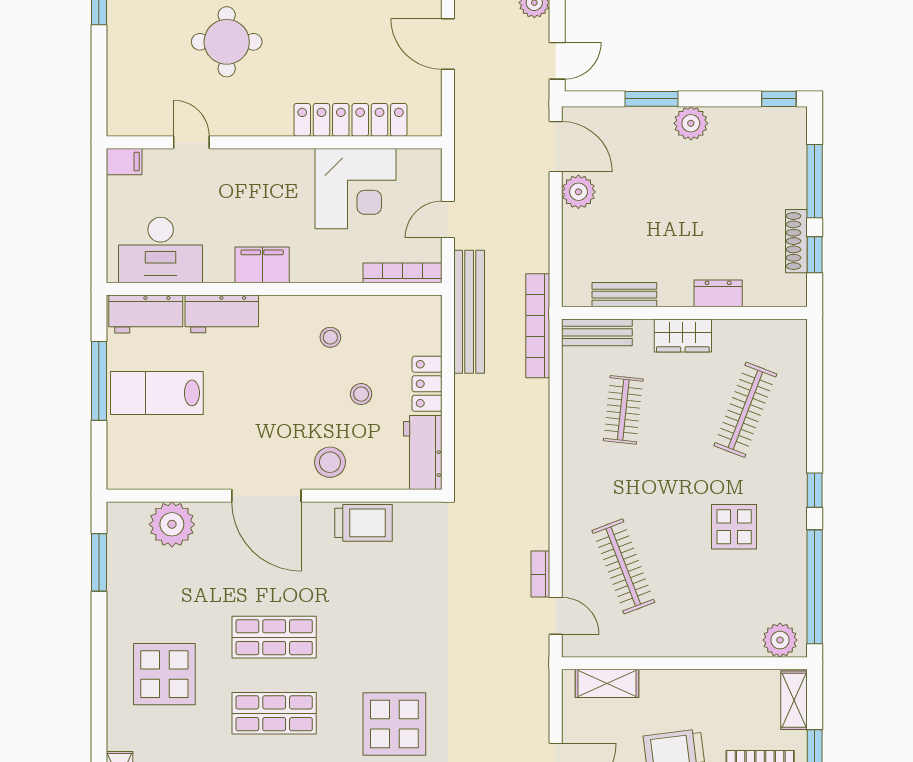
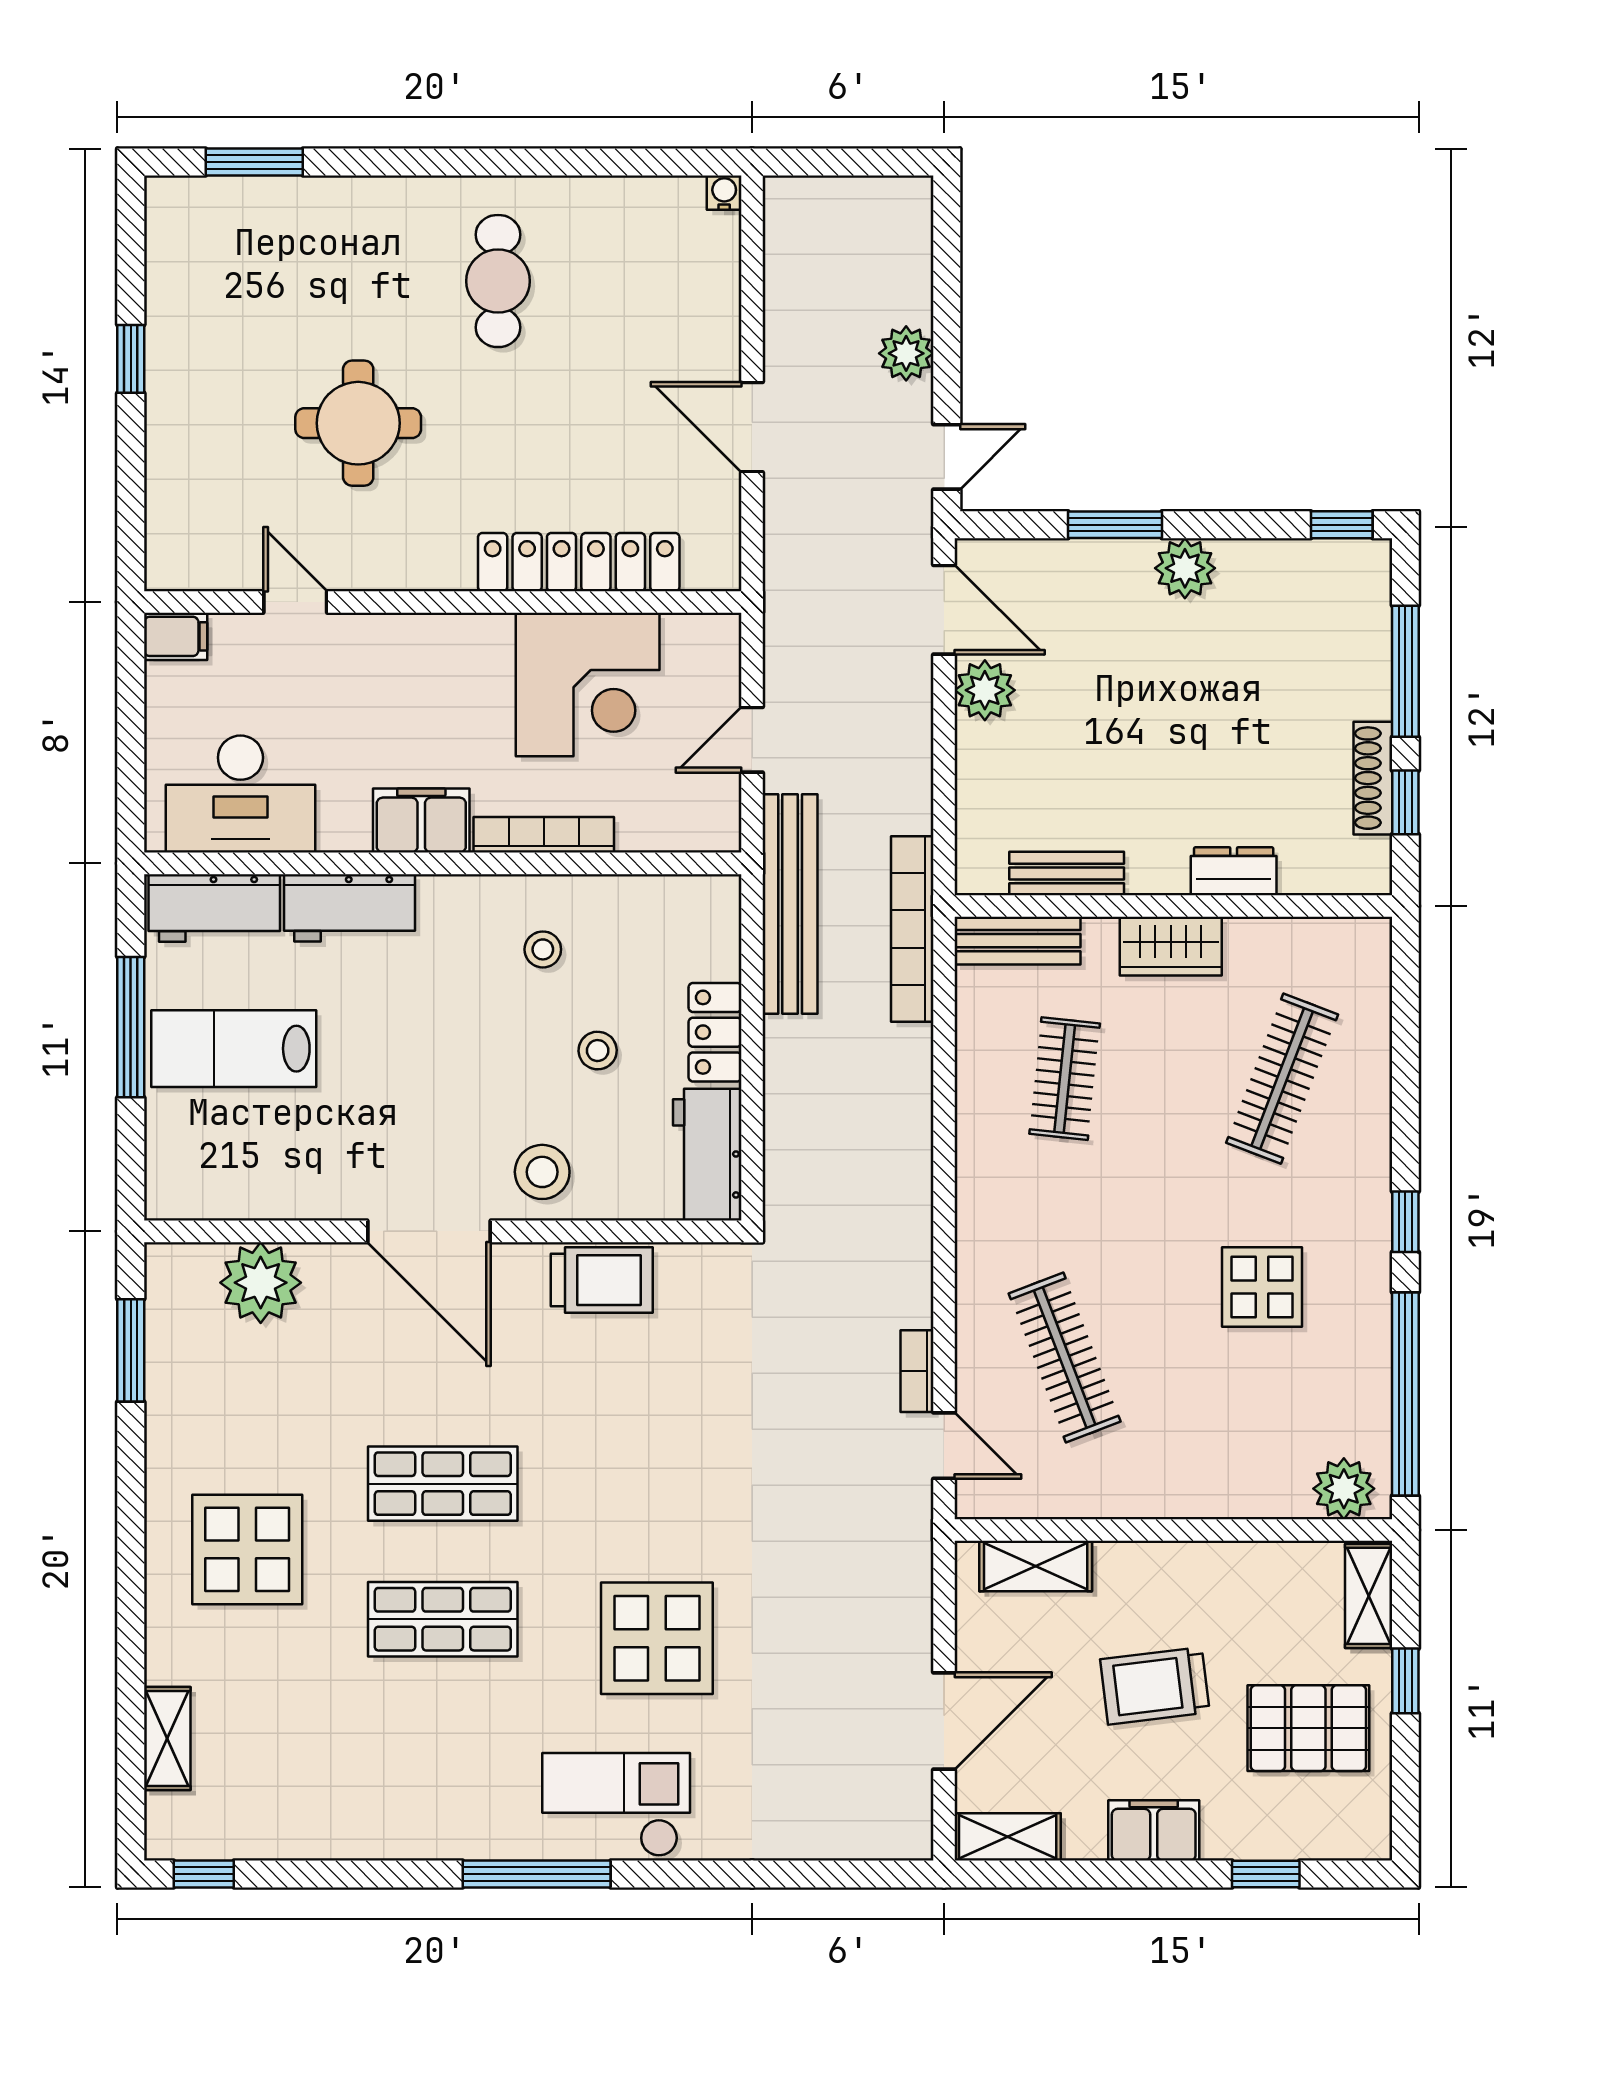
bookcase: (403, 273) -> (544, 835), moved

